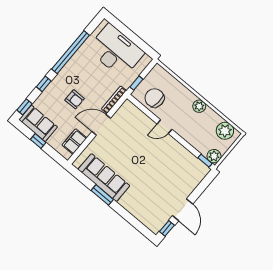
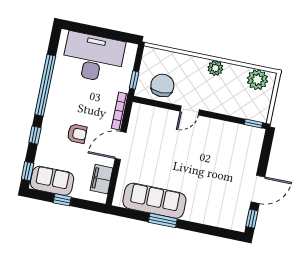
chair: (155, 98) -> (162, 85), turned 85
plant: (214, 156) -> (260, 113), removed
door: (183, 210) -> (258, 189), hinge flipped

